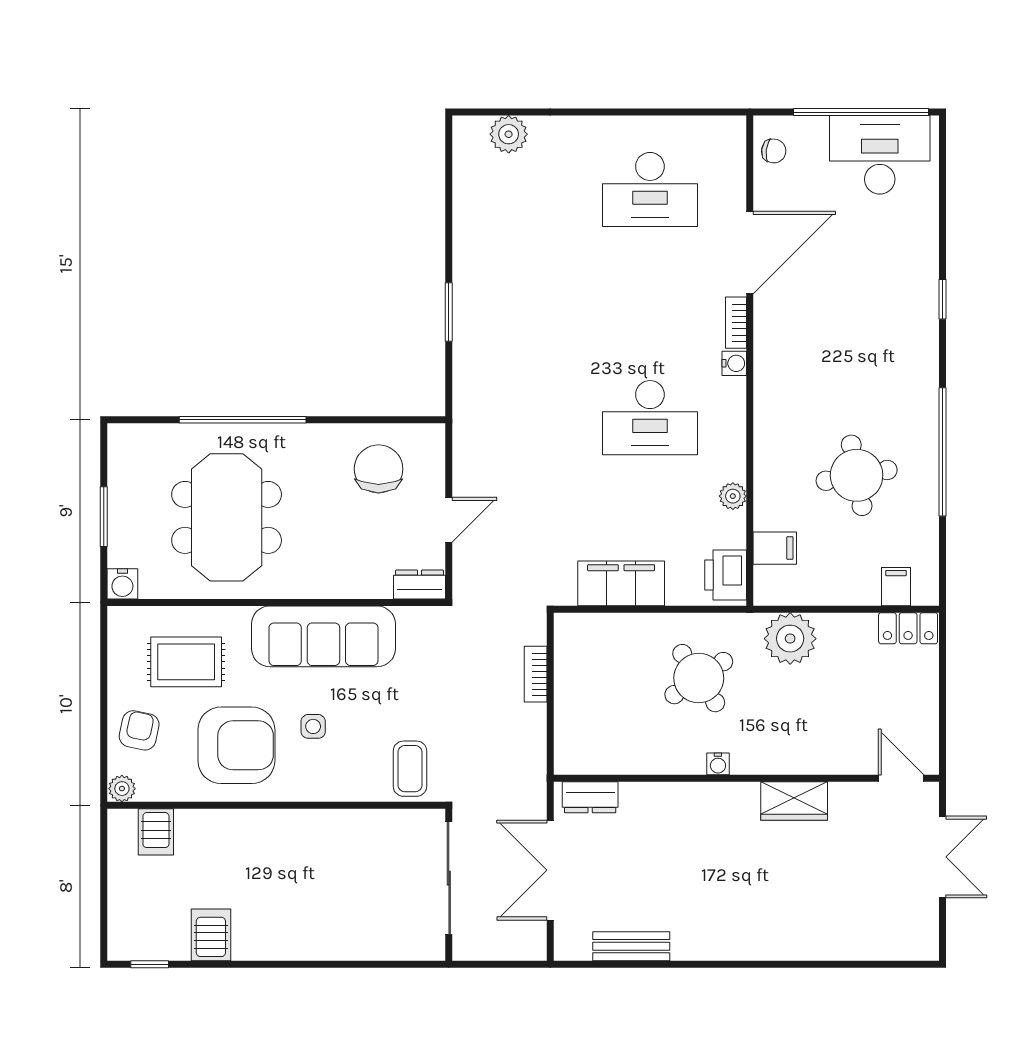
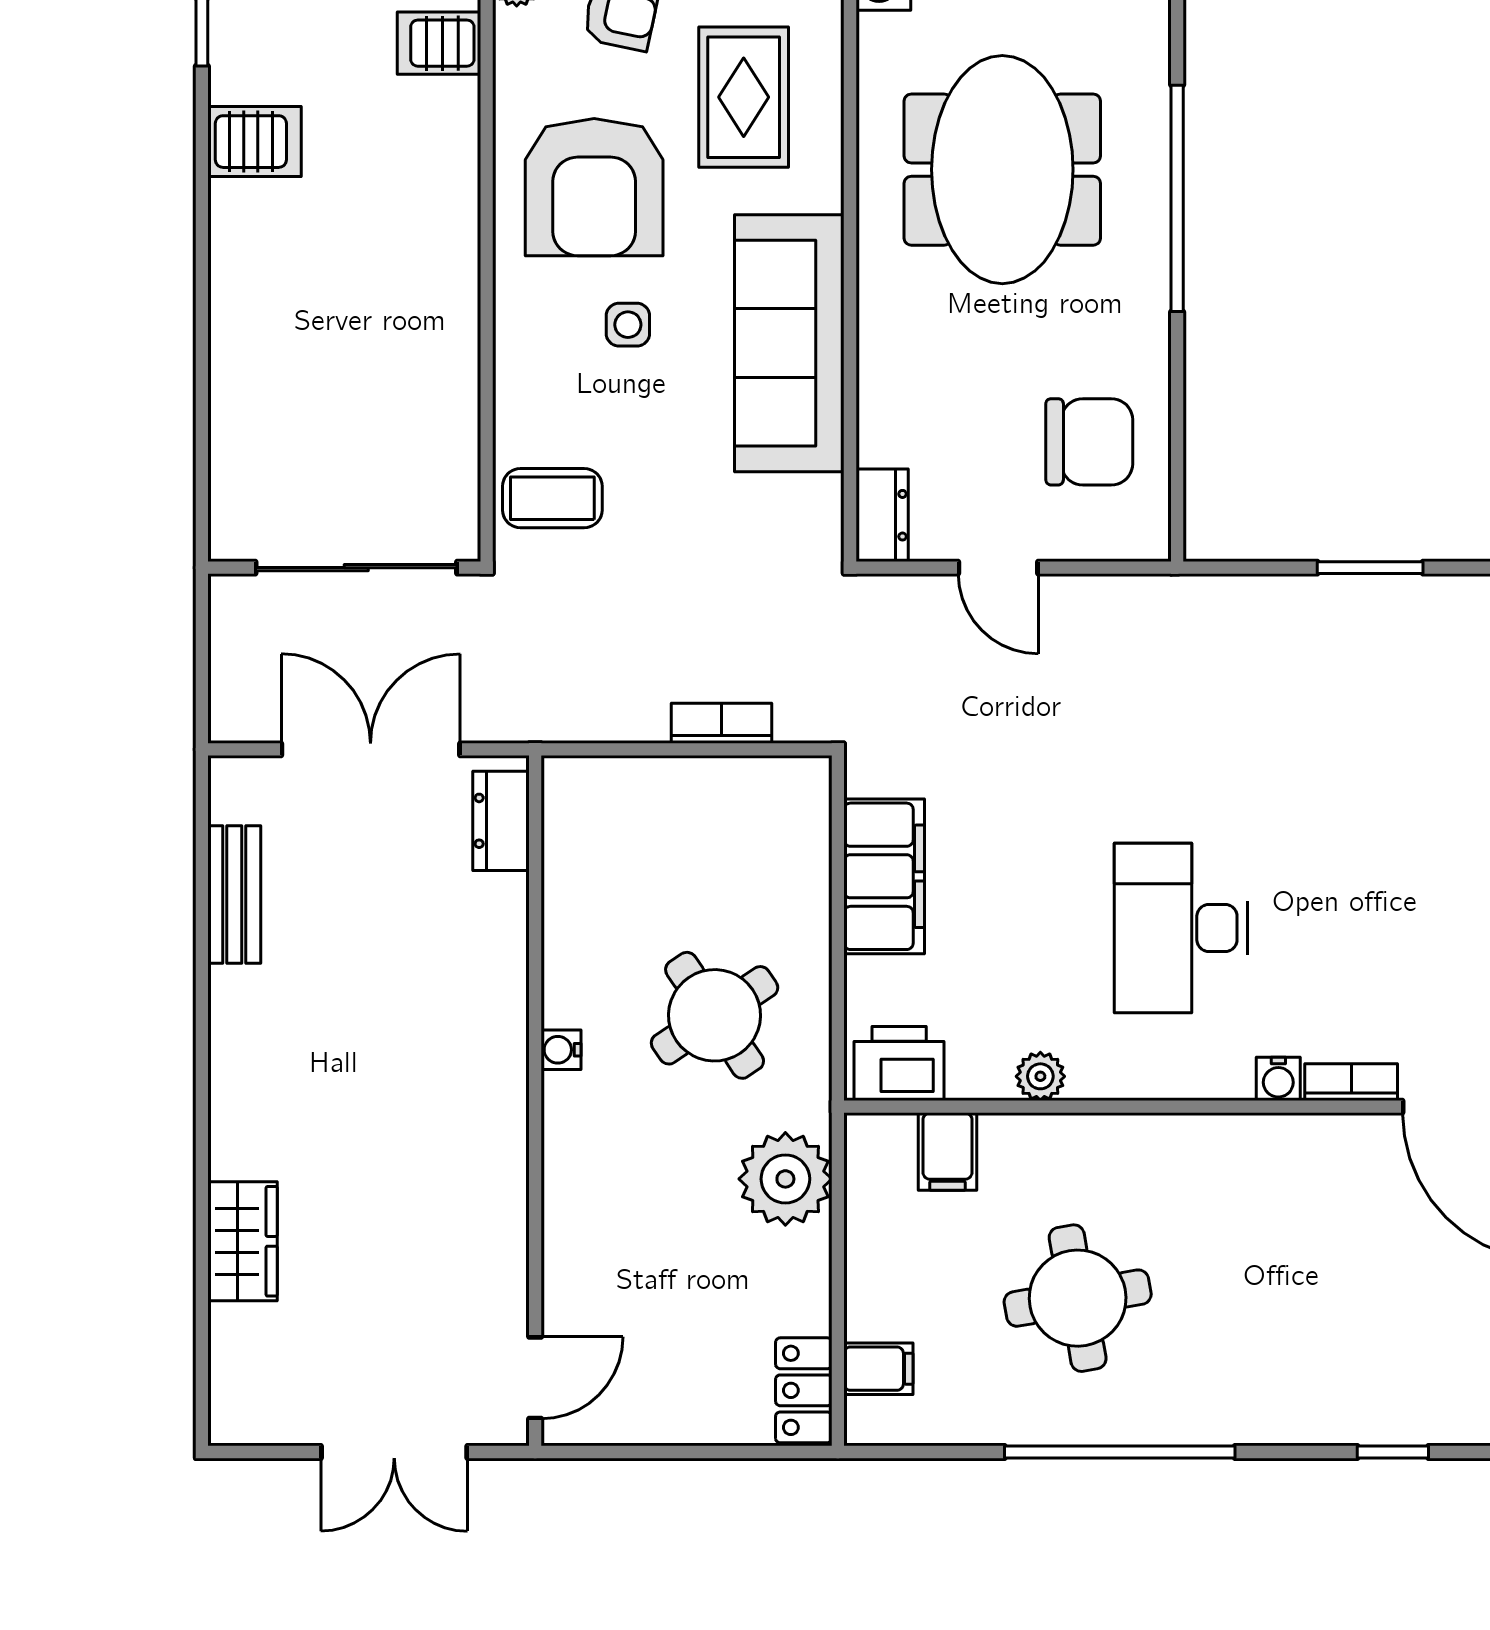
meeting table: (227, 517) -> (1002, 170), turned 90
wardrobe: (794, 801) -> (243, 1241), moved, turned 180

